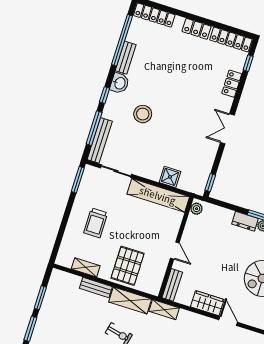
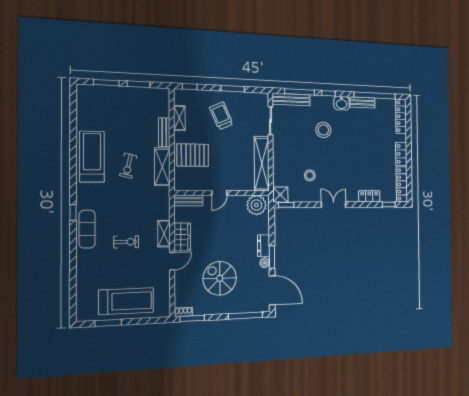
stool: (187, 146) -> (310, 175), added
shower: (170, 177) -> (280, 195), moved
window: (78, 180) -> (233, 89), moved
plant: (197, 209) -> (256, 205), width x1.88, depth x1.88
trolley: (96, 223) -> (221, 116), turned 66
window: (57, 246) -> (190, 87), added
shelving: (164, 310) -> (164, 234), moved

